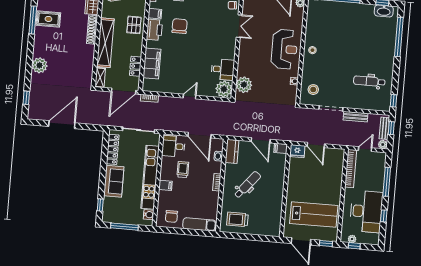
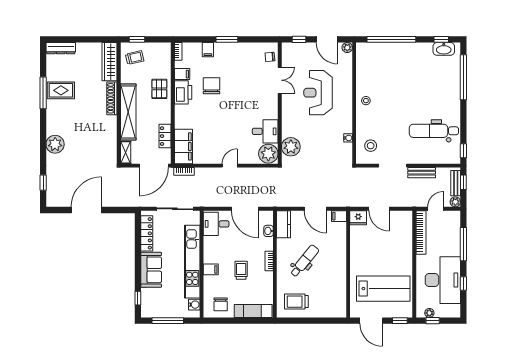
reception desk: (284, 49) -> (318, 93), moved, turned 180
filing cabinet: (152, 63) -> (184, 146), moved
dental chair: (369, 81) -> (434, 131), width x1.36, depth x1.38
trolley: (183, 170) -> (241, 270), moved

